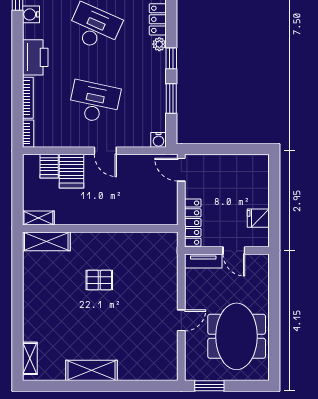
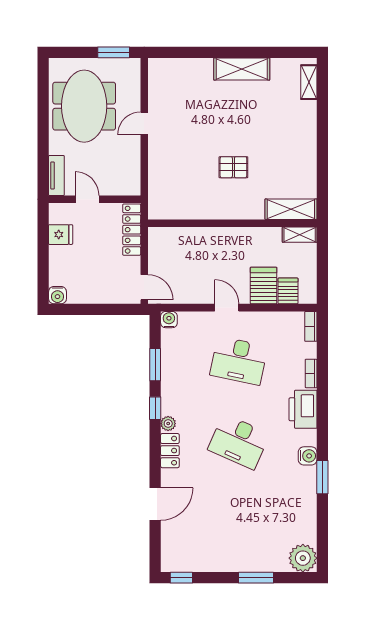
bookcase: (28, 98) -> (311, 373), width x0.64
water cooler: (261, 162) -> (57, 295), added
tv unit: (203, 261) -> (56, 175), moved, turned 90

